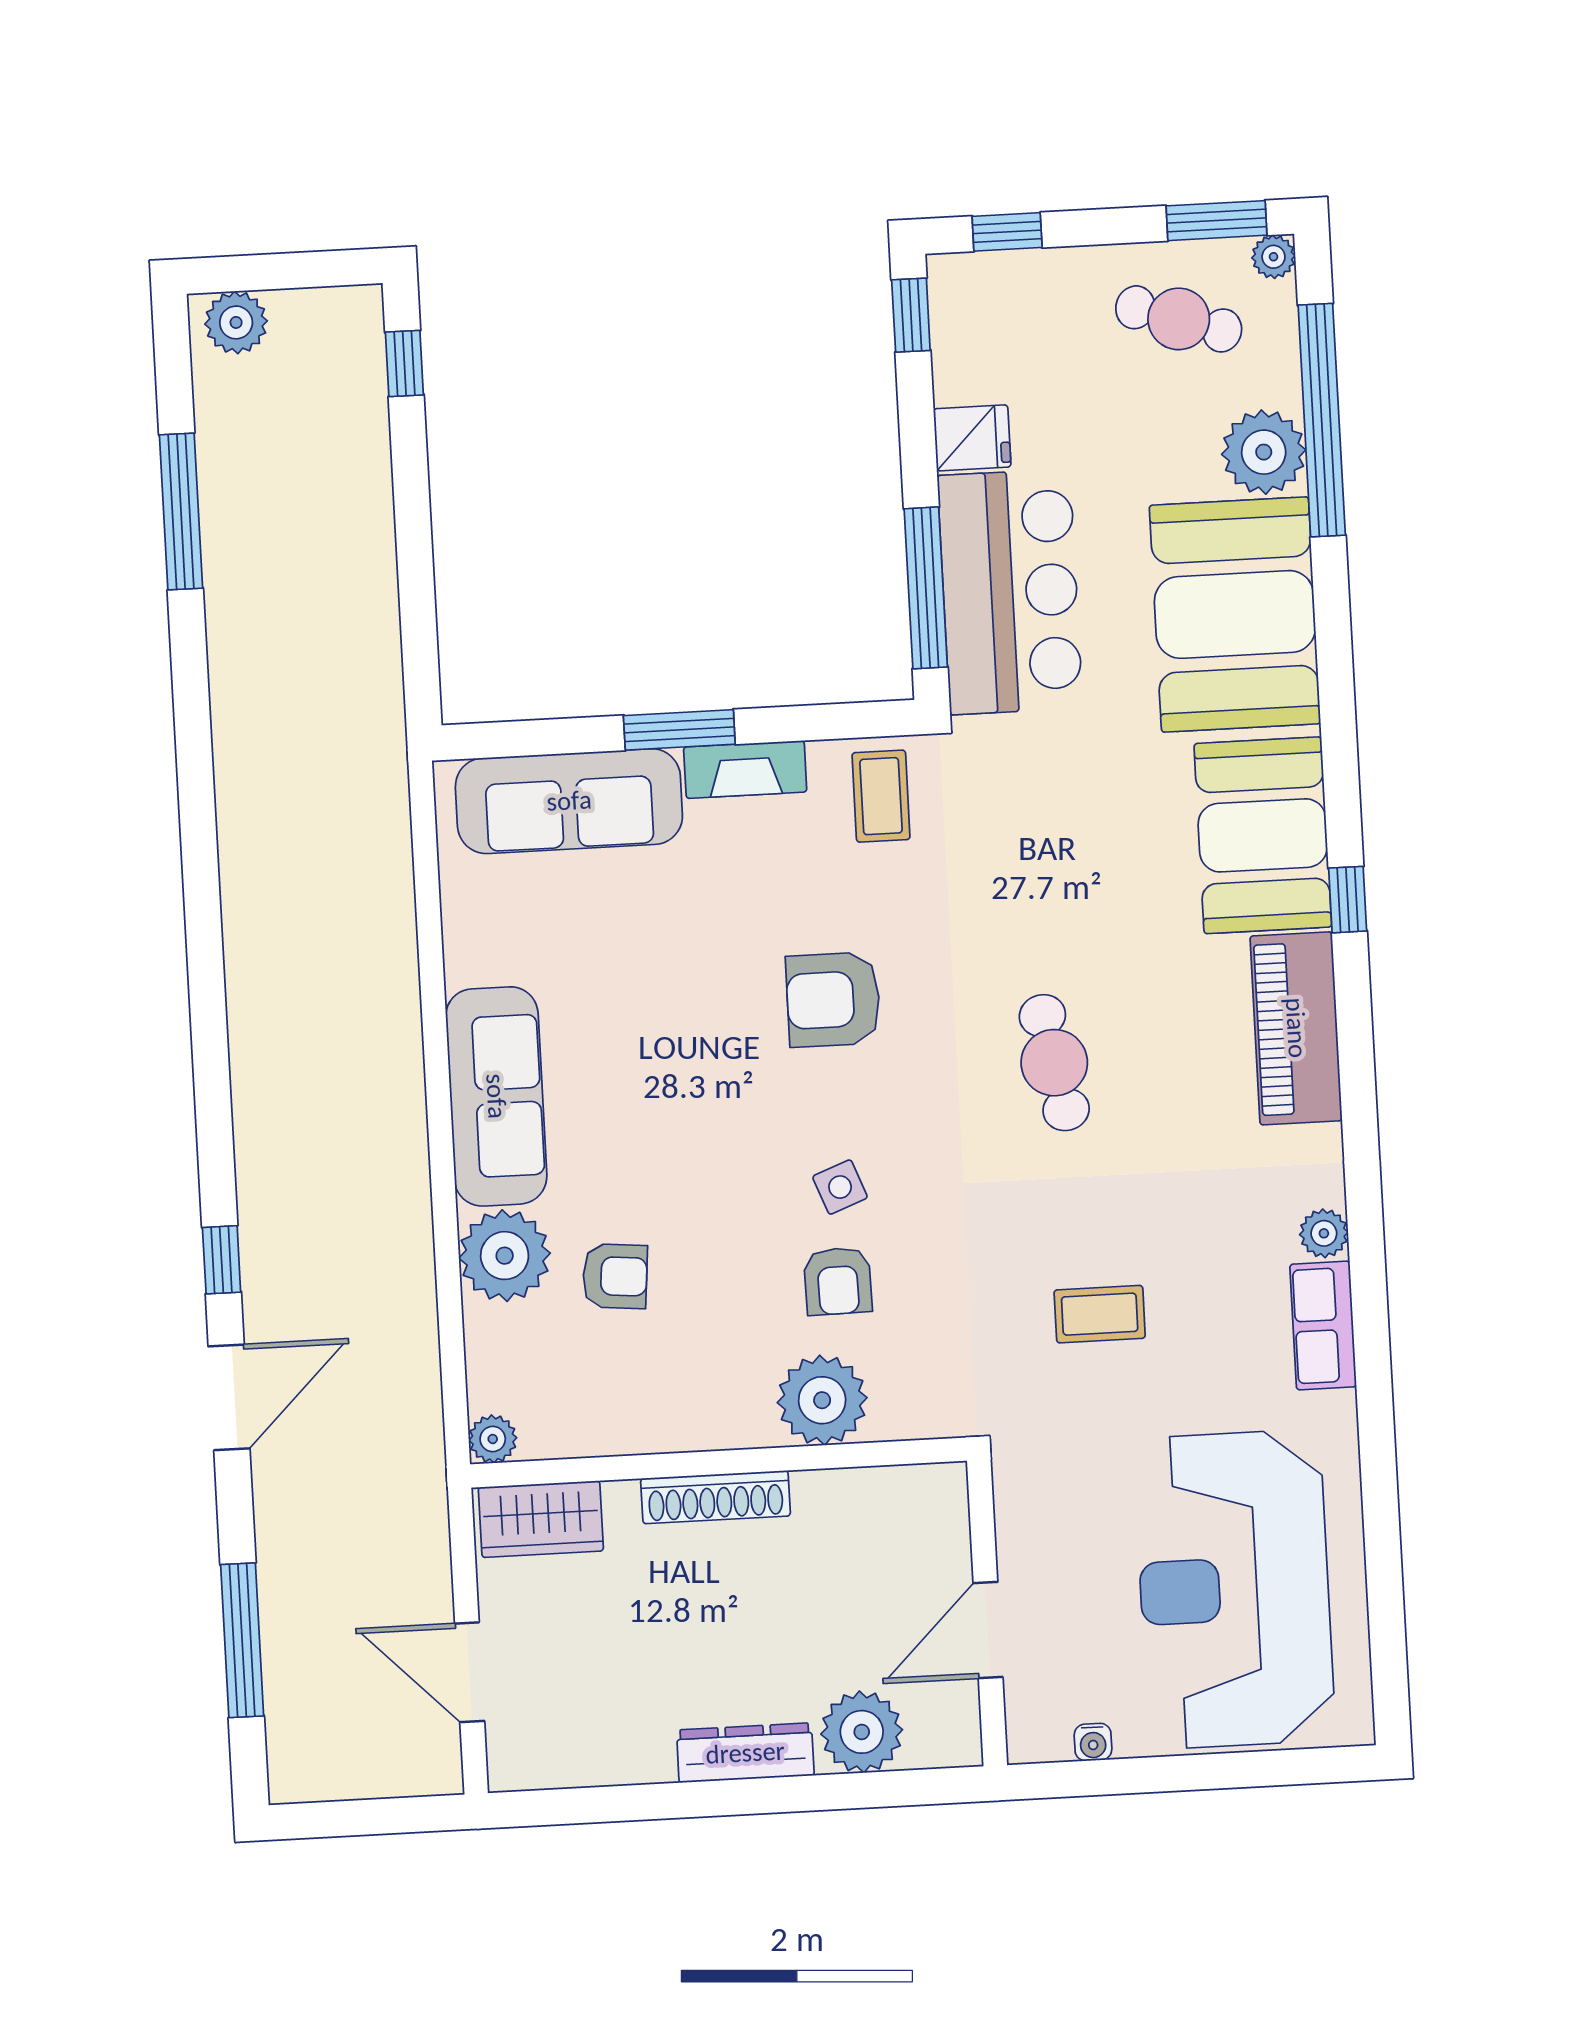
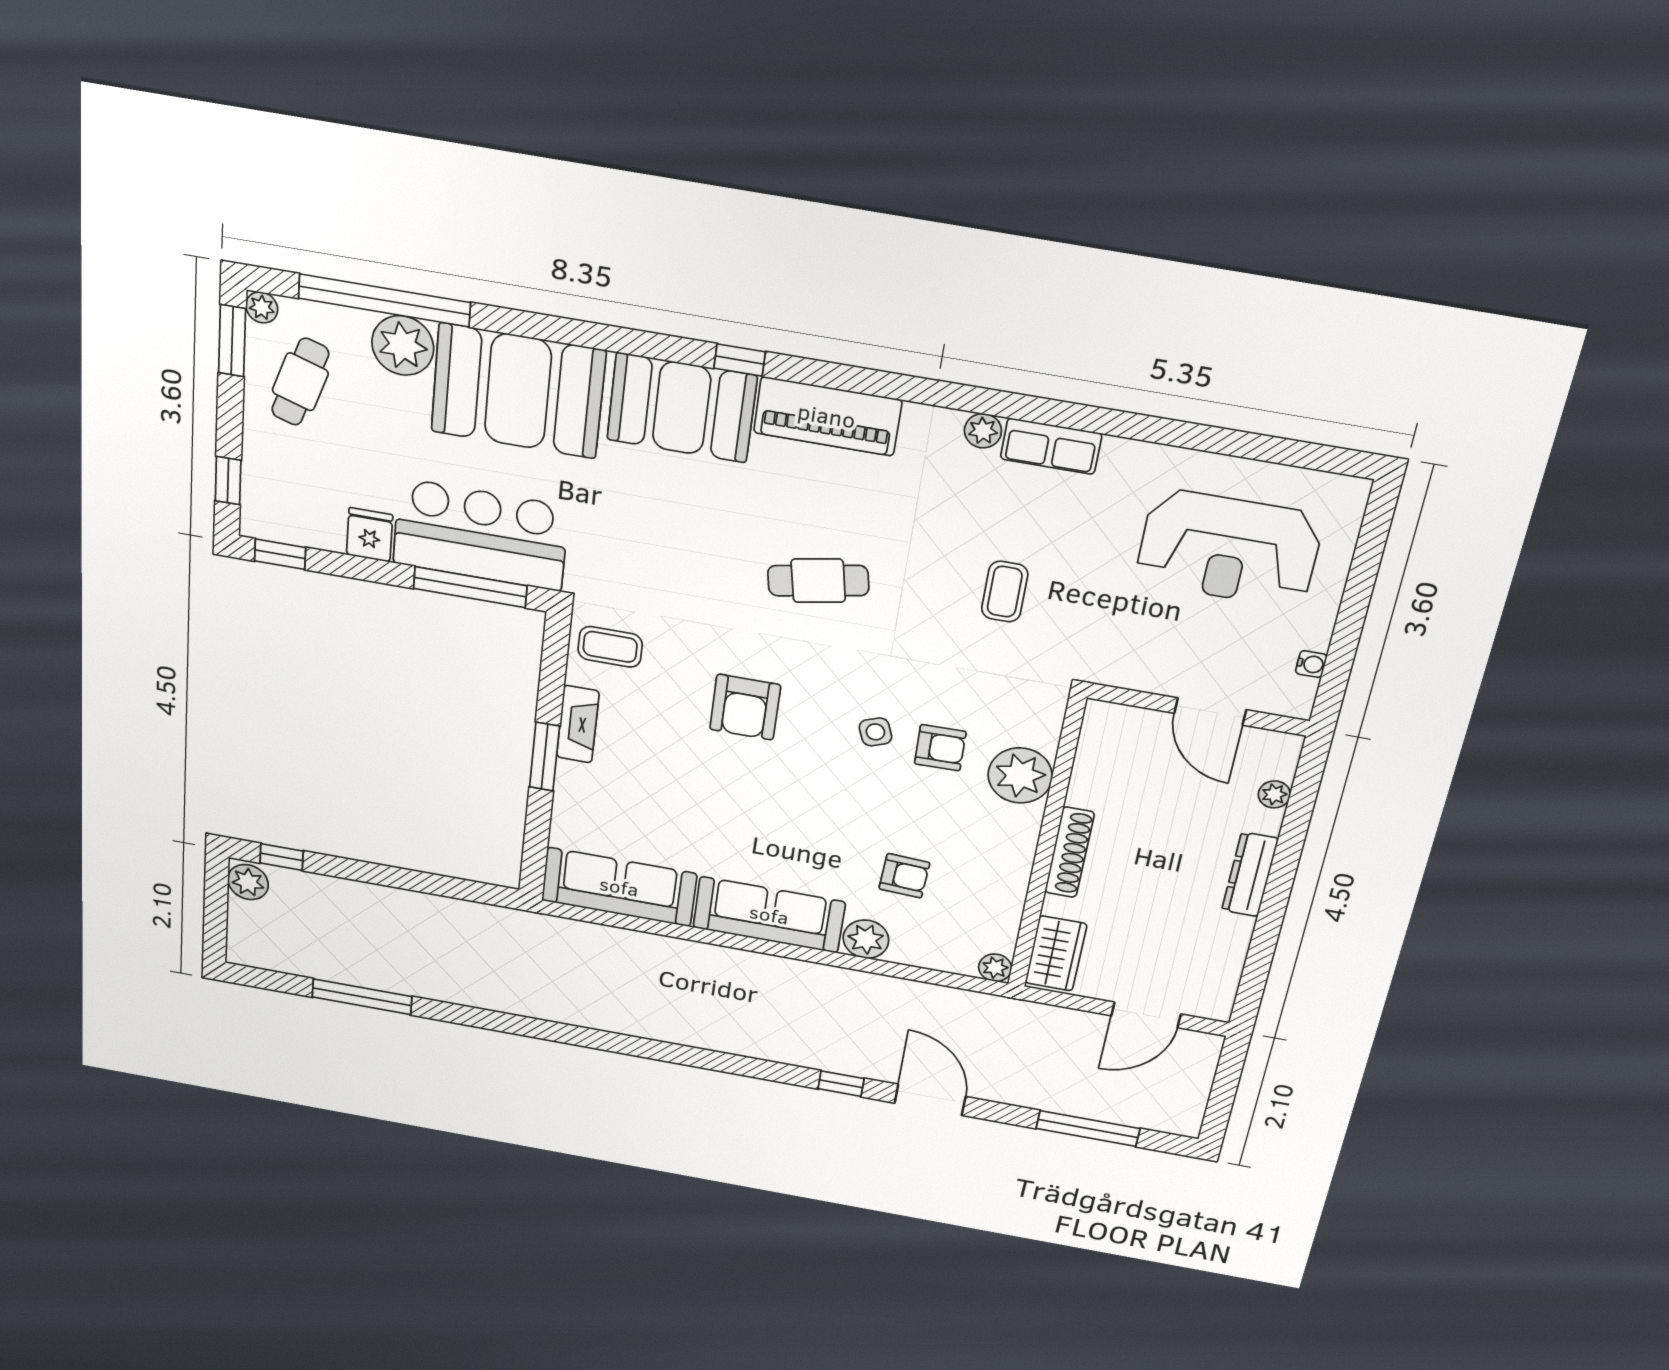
plant: (236, 322) -> (248, 882), moved
sofa: (569, 801) -> (619, 887), moved, turned -90
plant: (505, 1256) -> (866, 939), width x0.73, depth x0.73
armchair: (615, 1276) -> (904, 876), turned 88
reception desk: (1234, 1589) -> (1229, 549), width x0.74, depth x0.77
plant: (862, 1732) -> (1274, 794), width x0.53, depth x0.53

